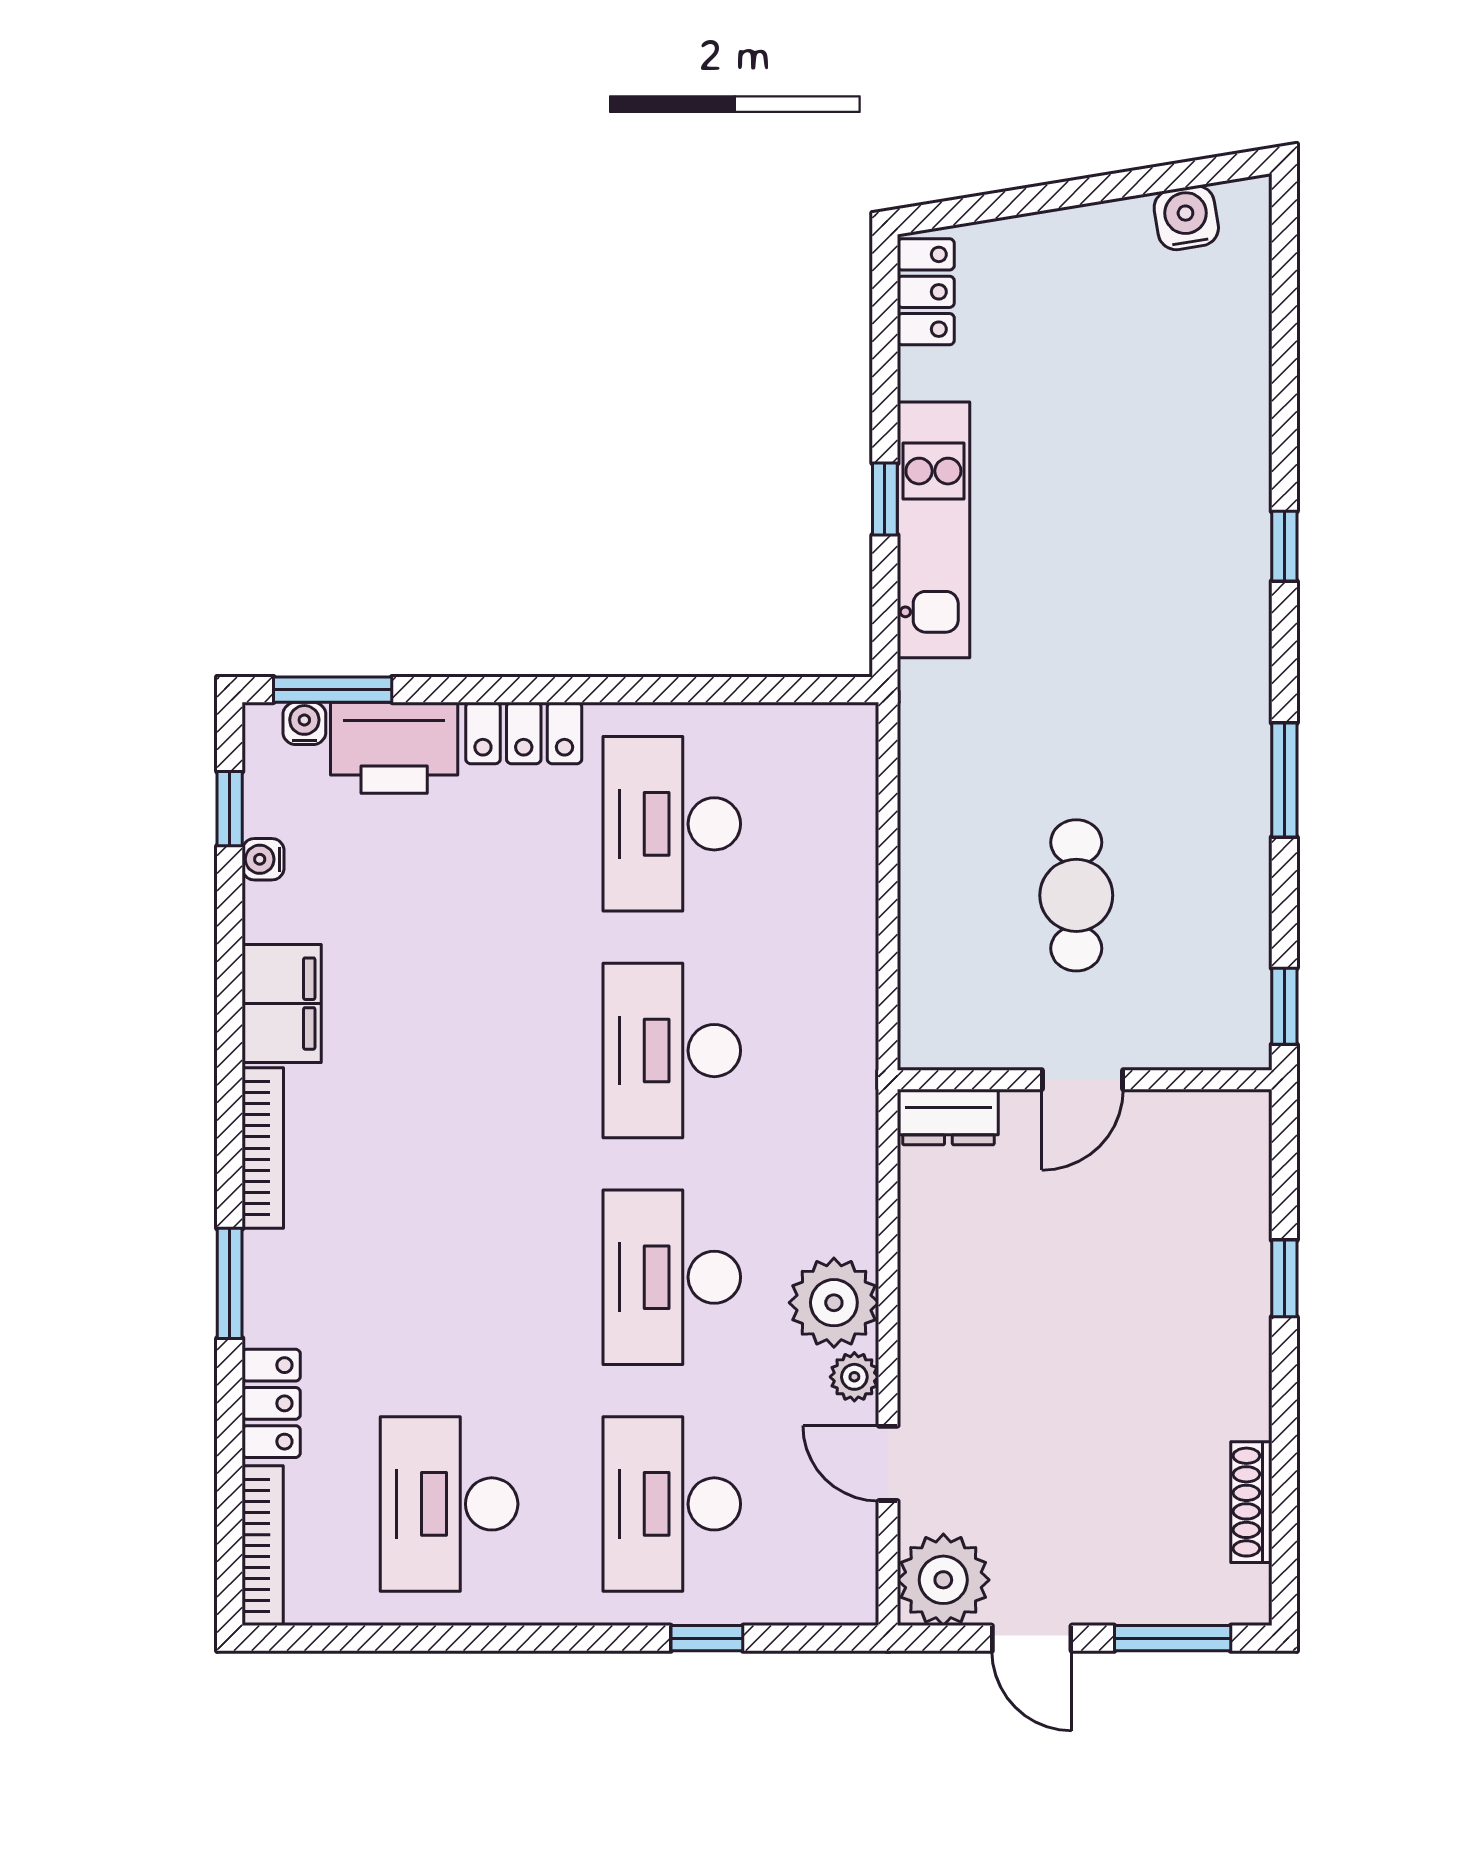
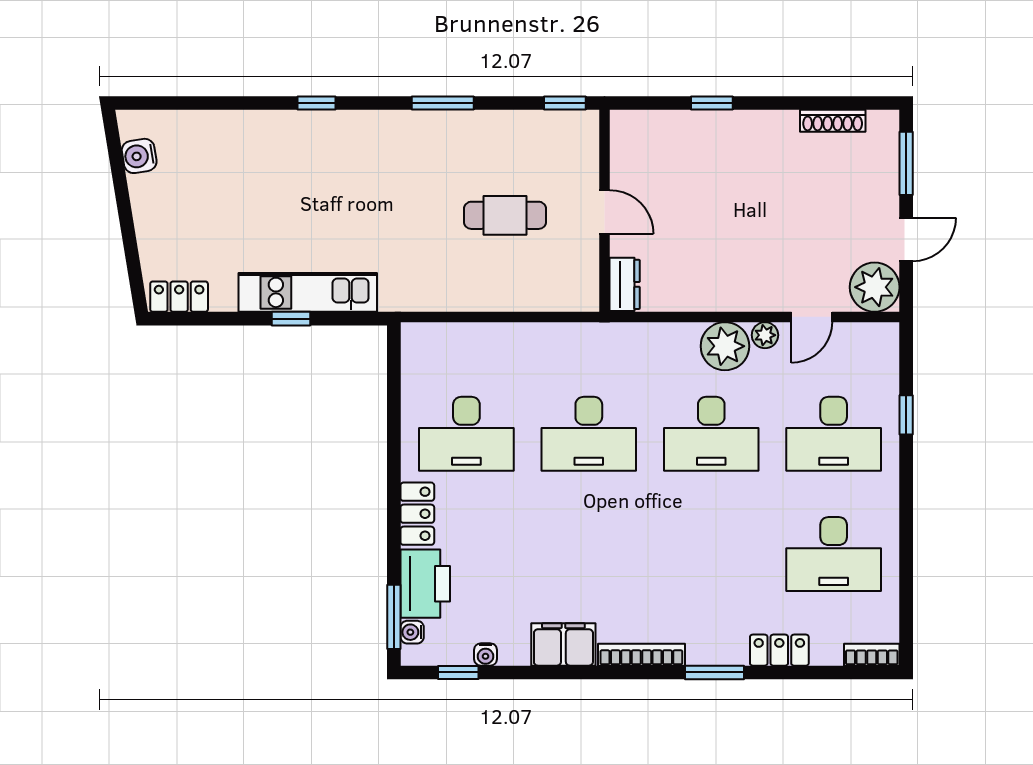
bookcase: (263, 1546) -> (872, 655), width x0.64

